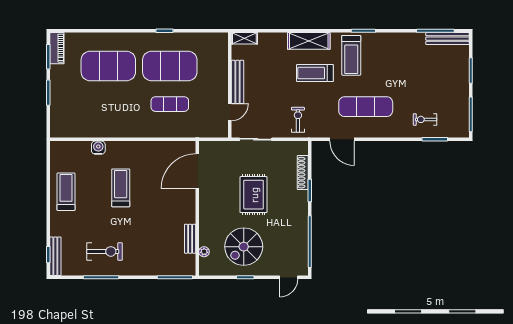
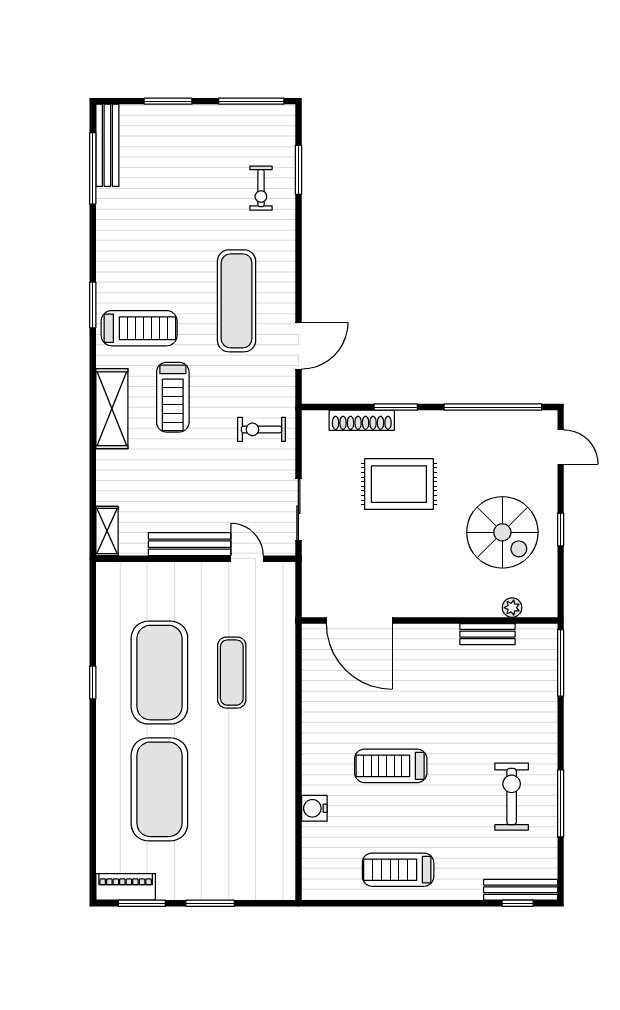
rug: (254, 195) -> (399, 484), moved

